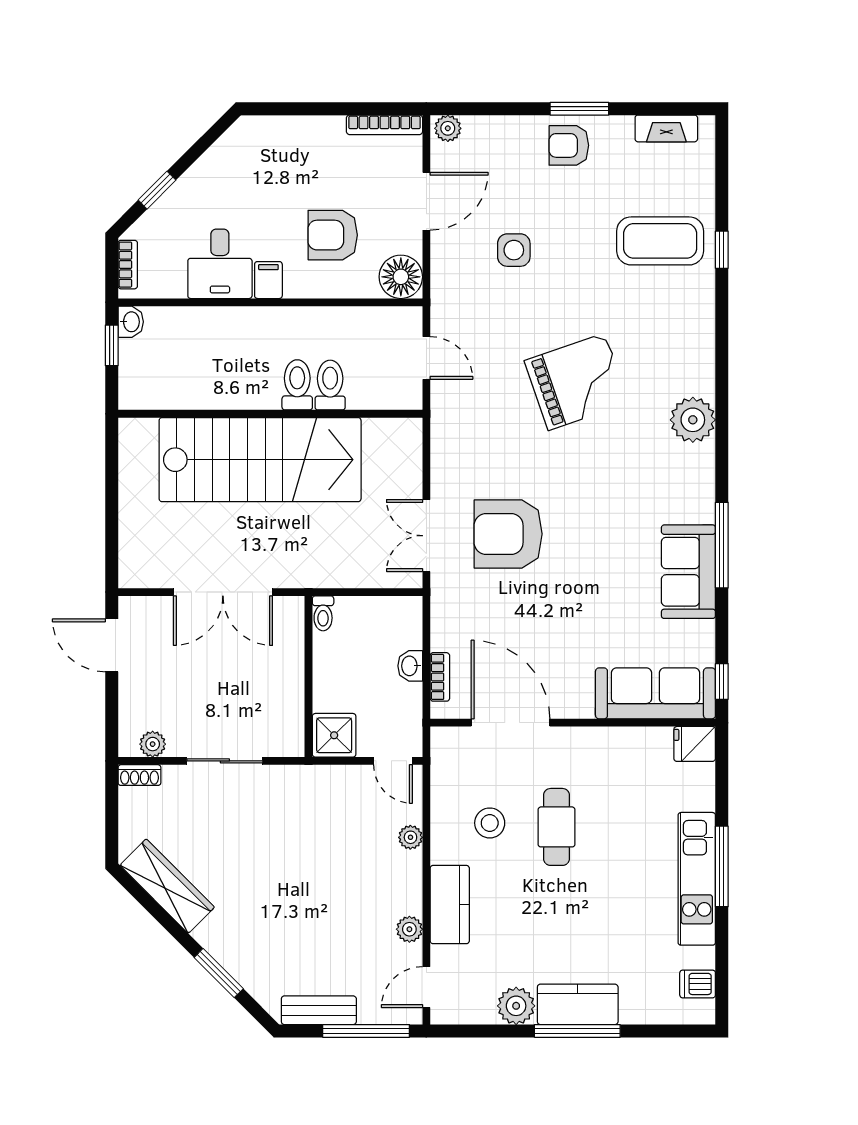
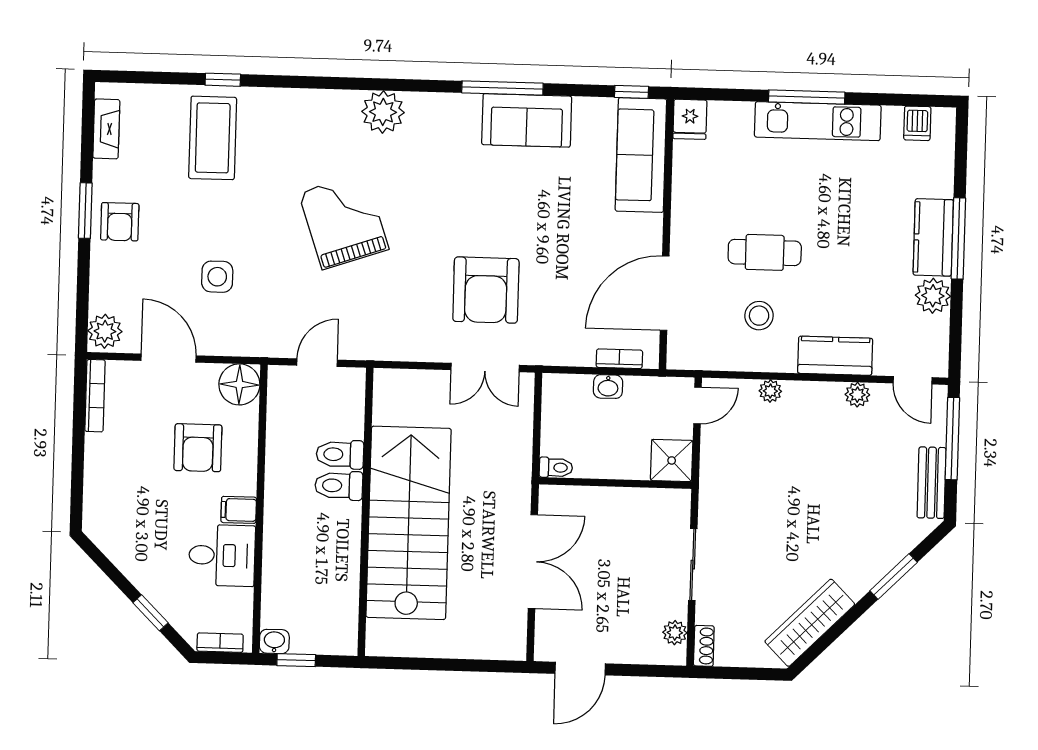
plant: (448, 128) -> (105, 331), width x1.38, depth x1.38

